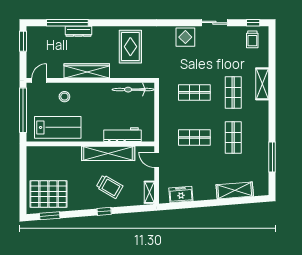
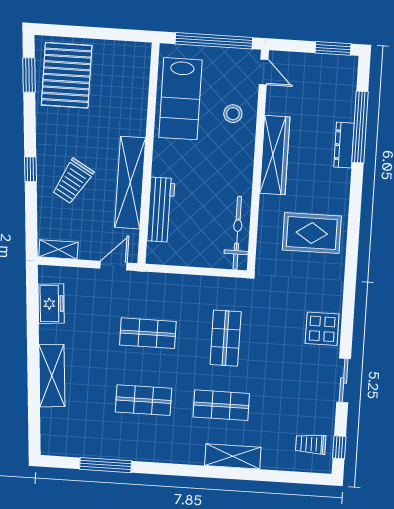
shop shelf: (194, 138) -> (148, 333), turned 90
shelving: (235, 190) -> (52, 376), moved

